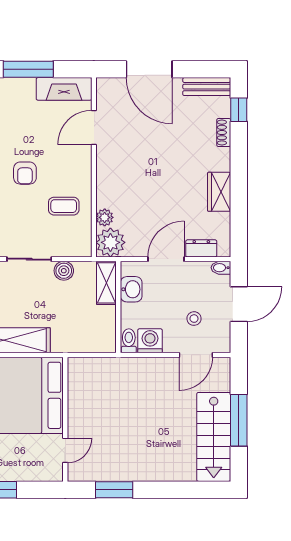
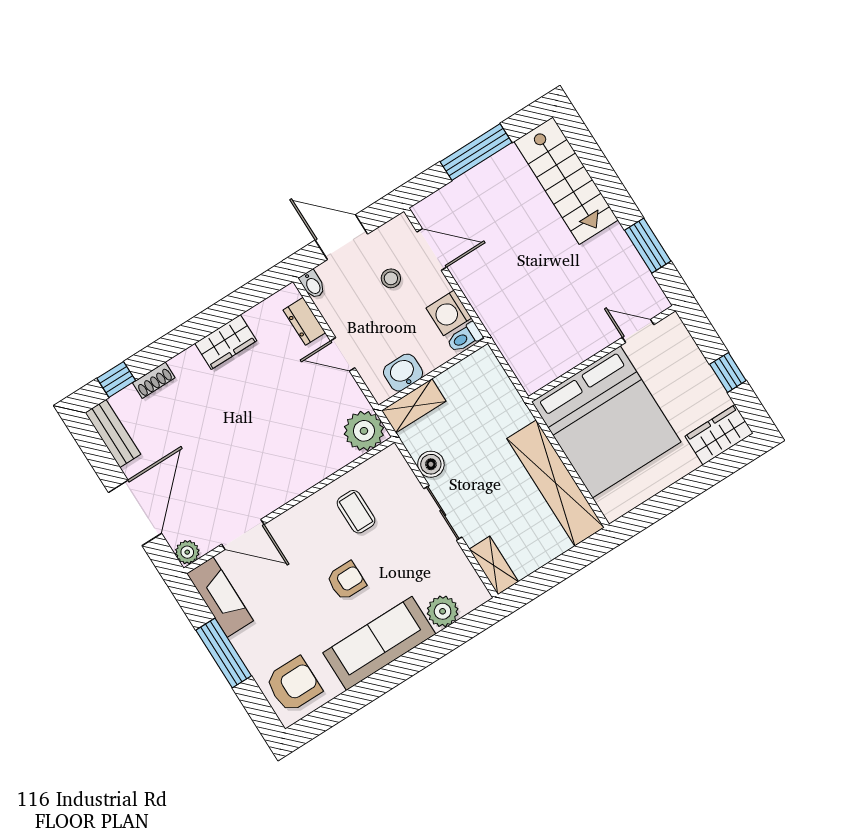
plant: (105, 217) -> (187, 552), moved
door: (166, 259) -> (343, 354), width x0.73
stairs: (214, 437) -> (566, 181), moved, turned 90

